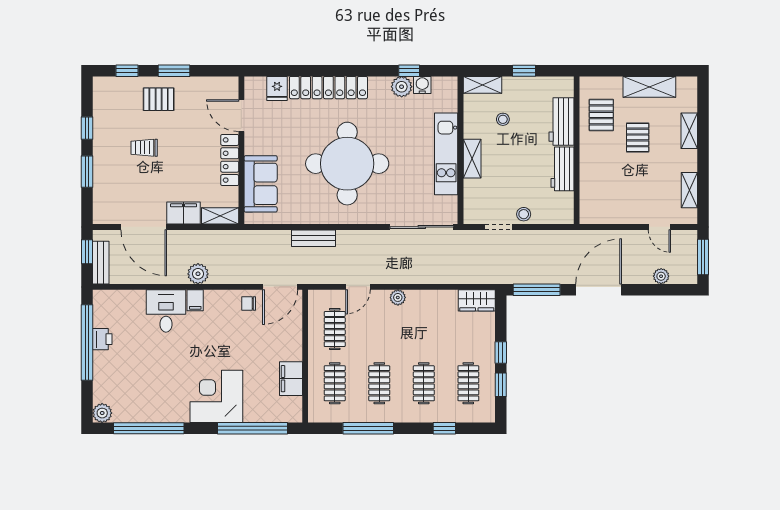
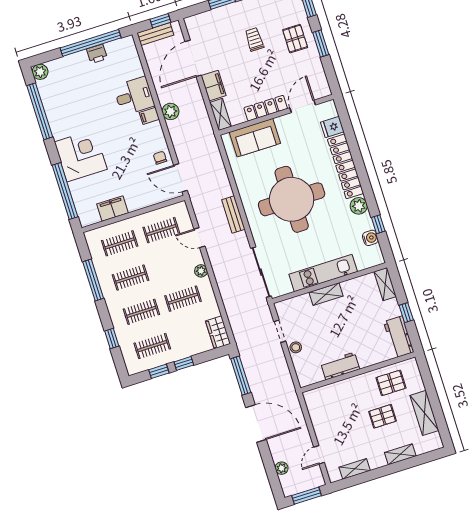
plant: (402, 87) -> (359, 206), moved
stool: (503, 119) -> (364, 308), removed
workbench: (561, 121) -> (399, 337), moved, turned -90
bench: (313, 238) -> (233, 214), moved
clothes rail: (424, 329) -> (183, 299), added

